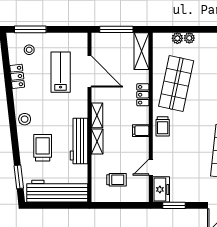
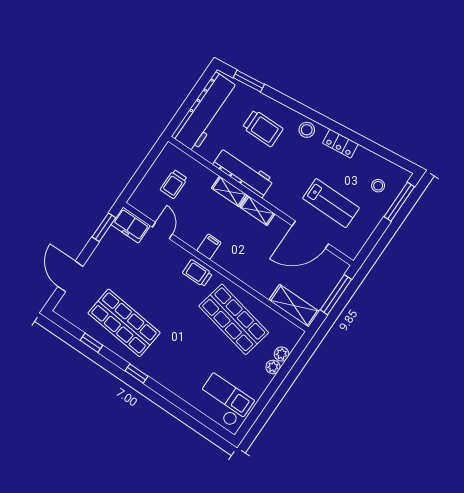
locker: (17, 76) -> (340, 144), moved
locker: (143, 95) -> (246, 275), removed

